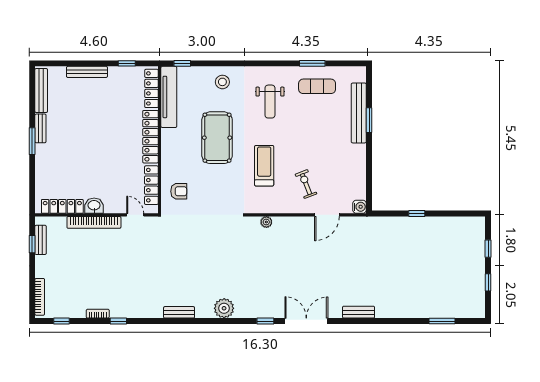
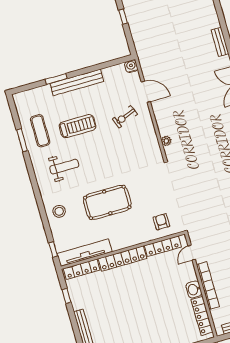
bench: (359, 113) -> (77, 82), moved
treadmill: (264, 166) -> (78, 126), moved, turned 180

